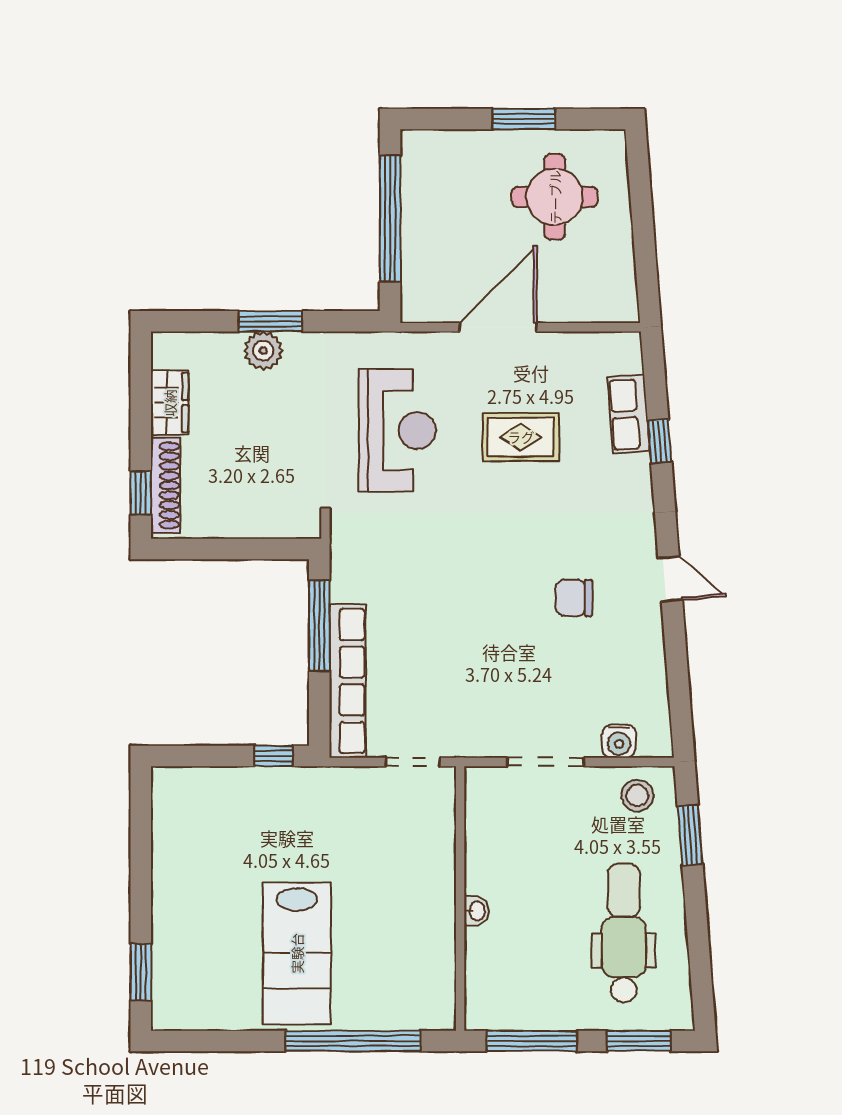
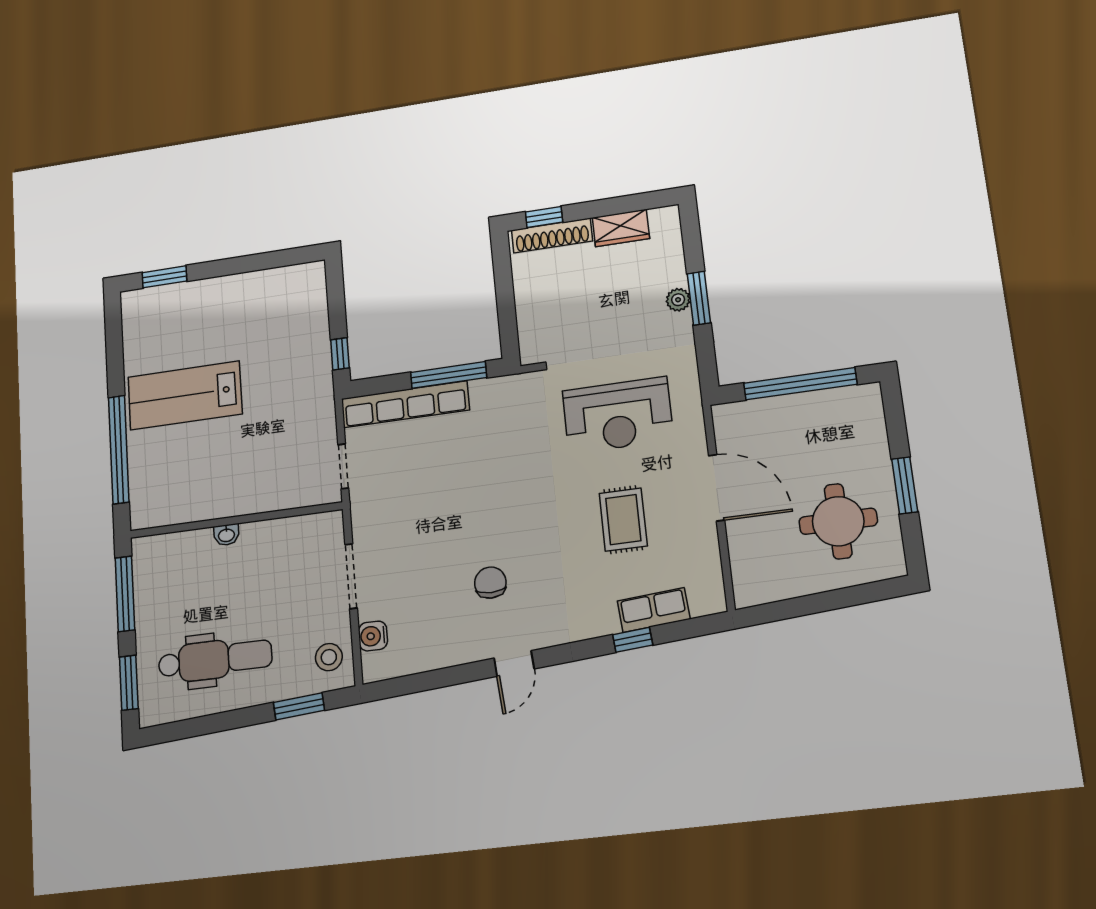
plant: (263, 351) -> (678, 300), width x0.73, depth x0.73

